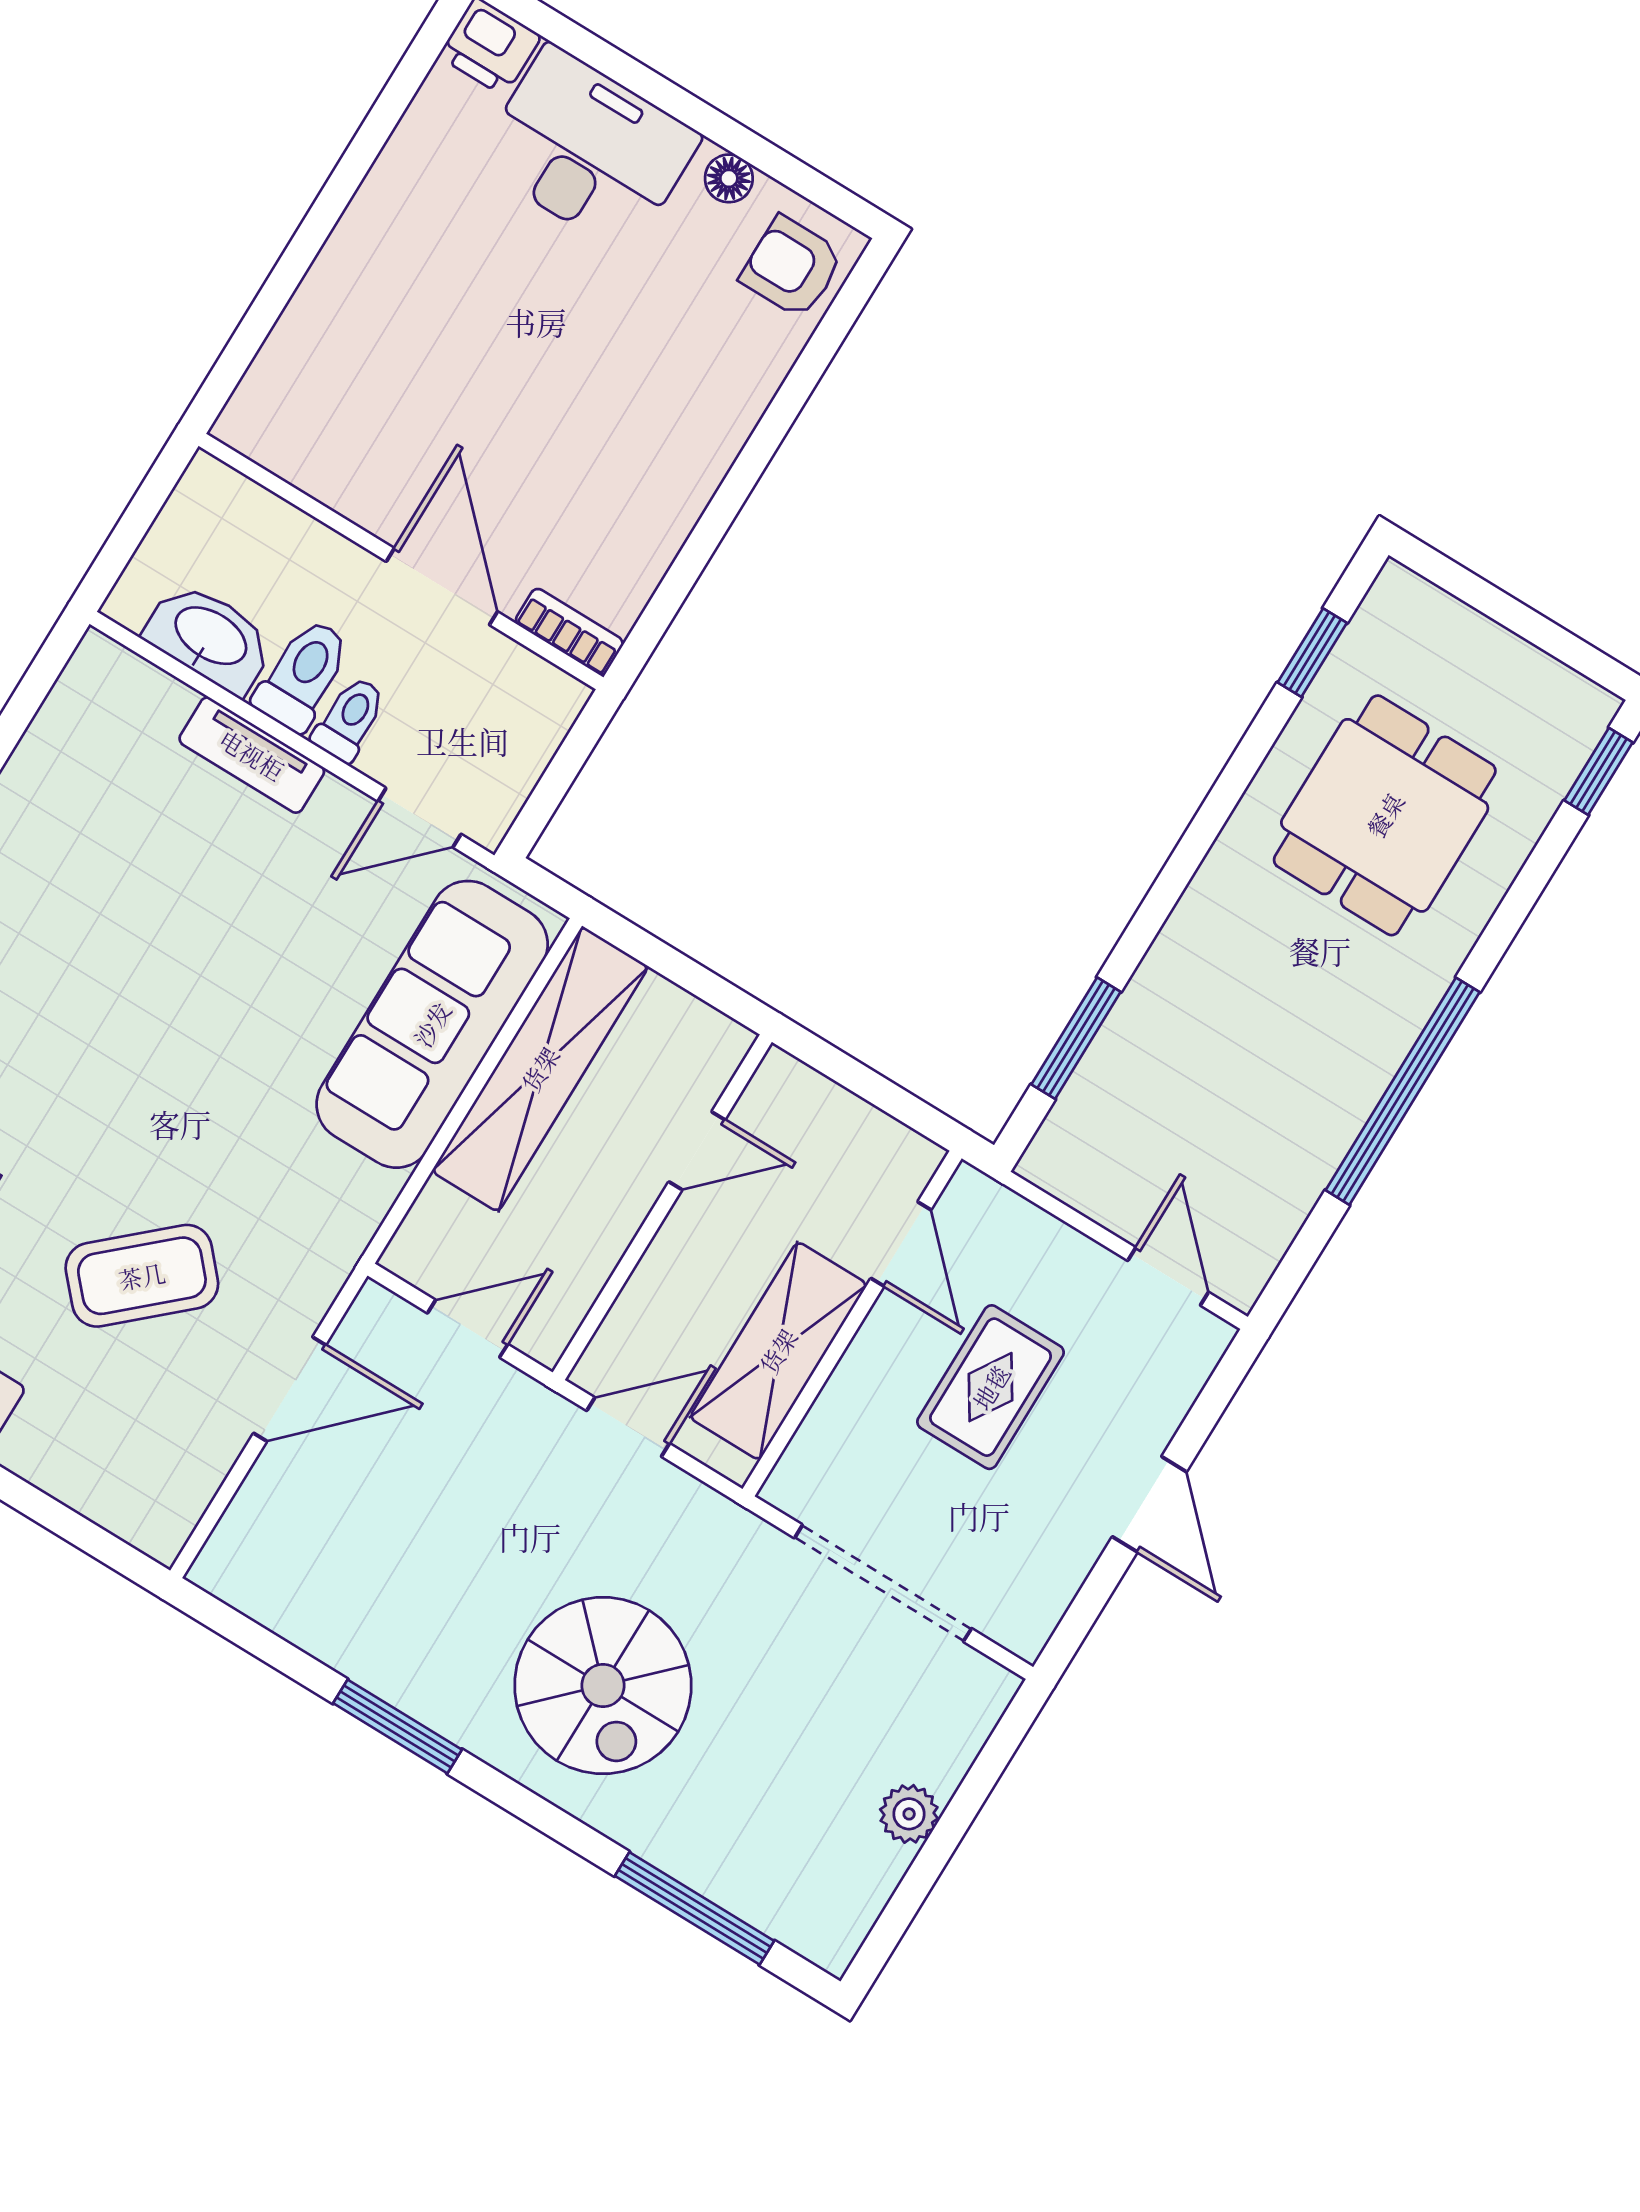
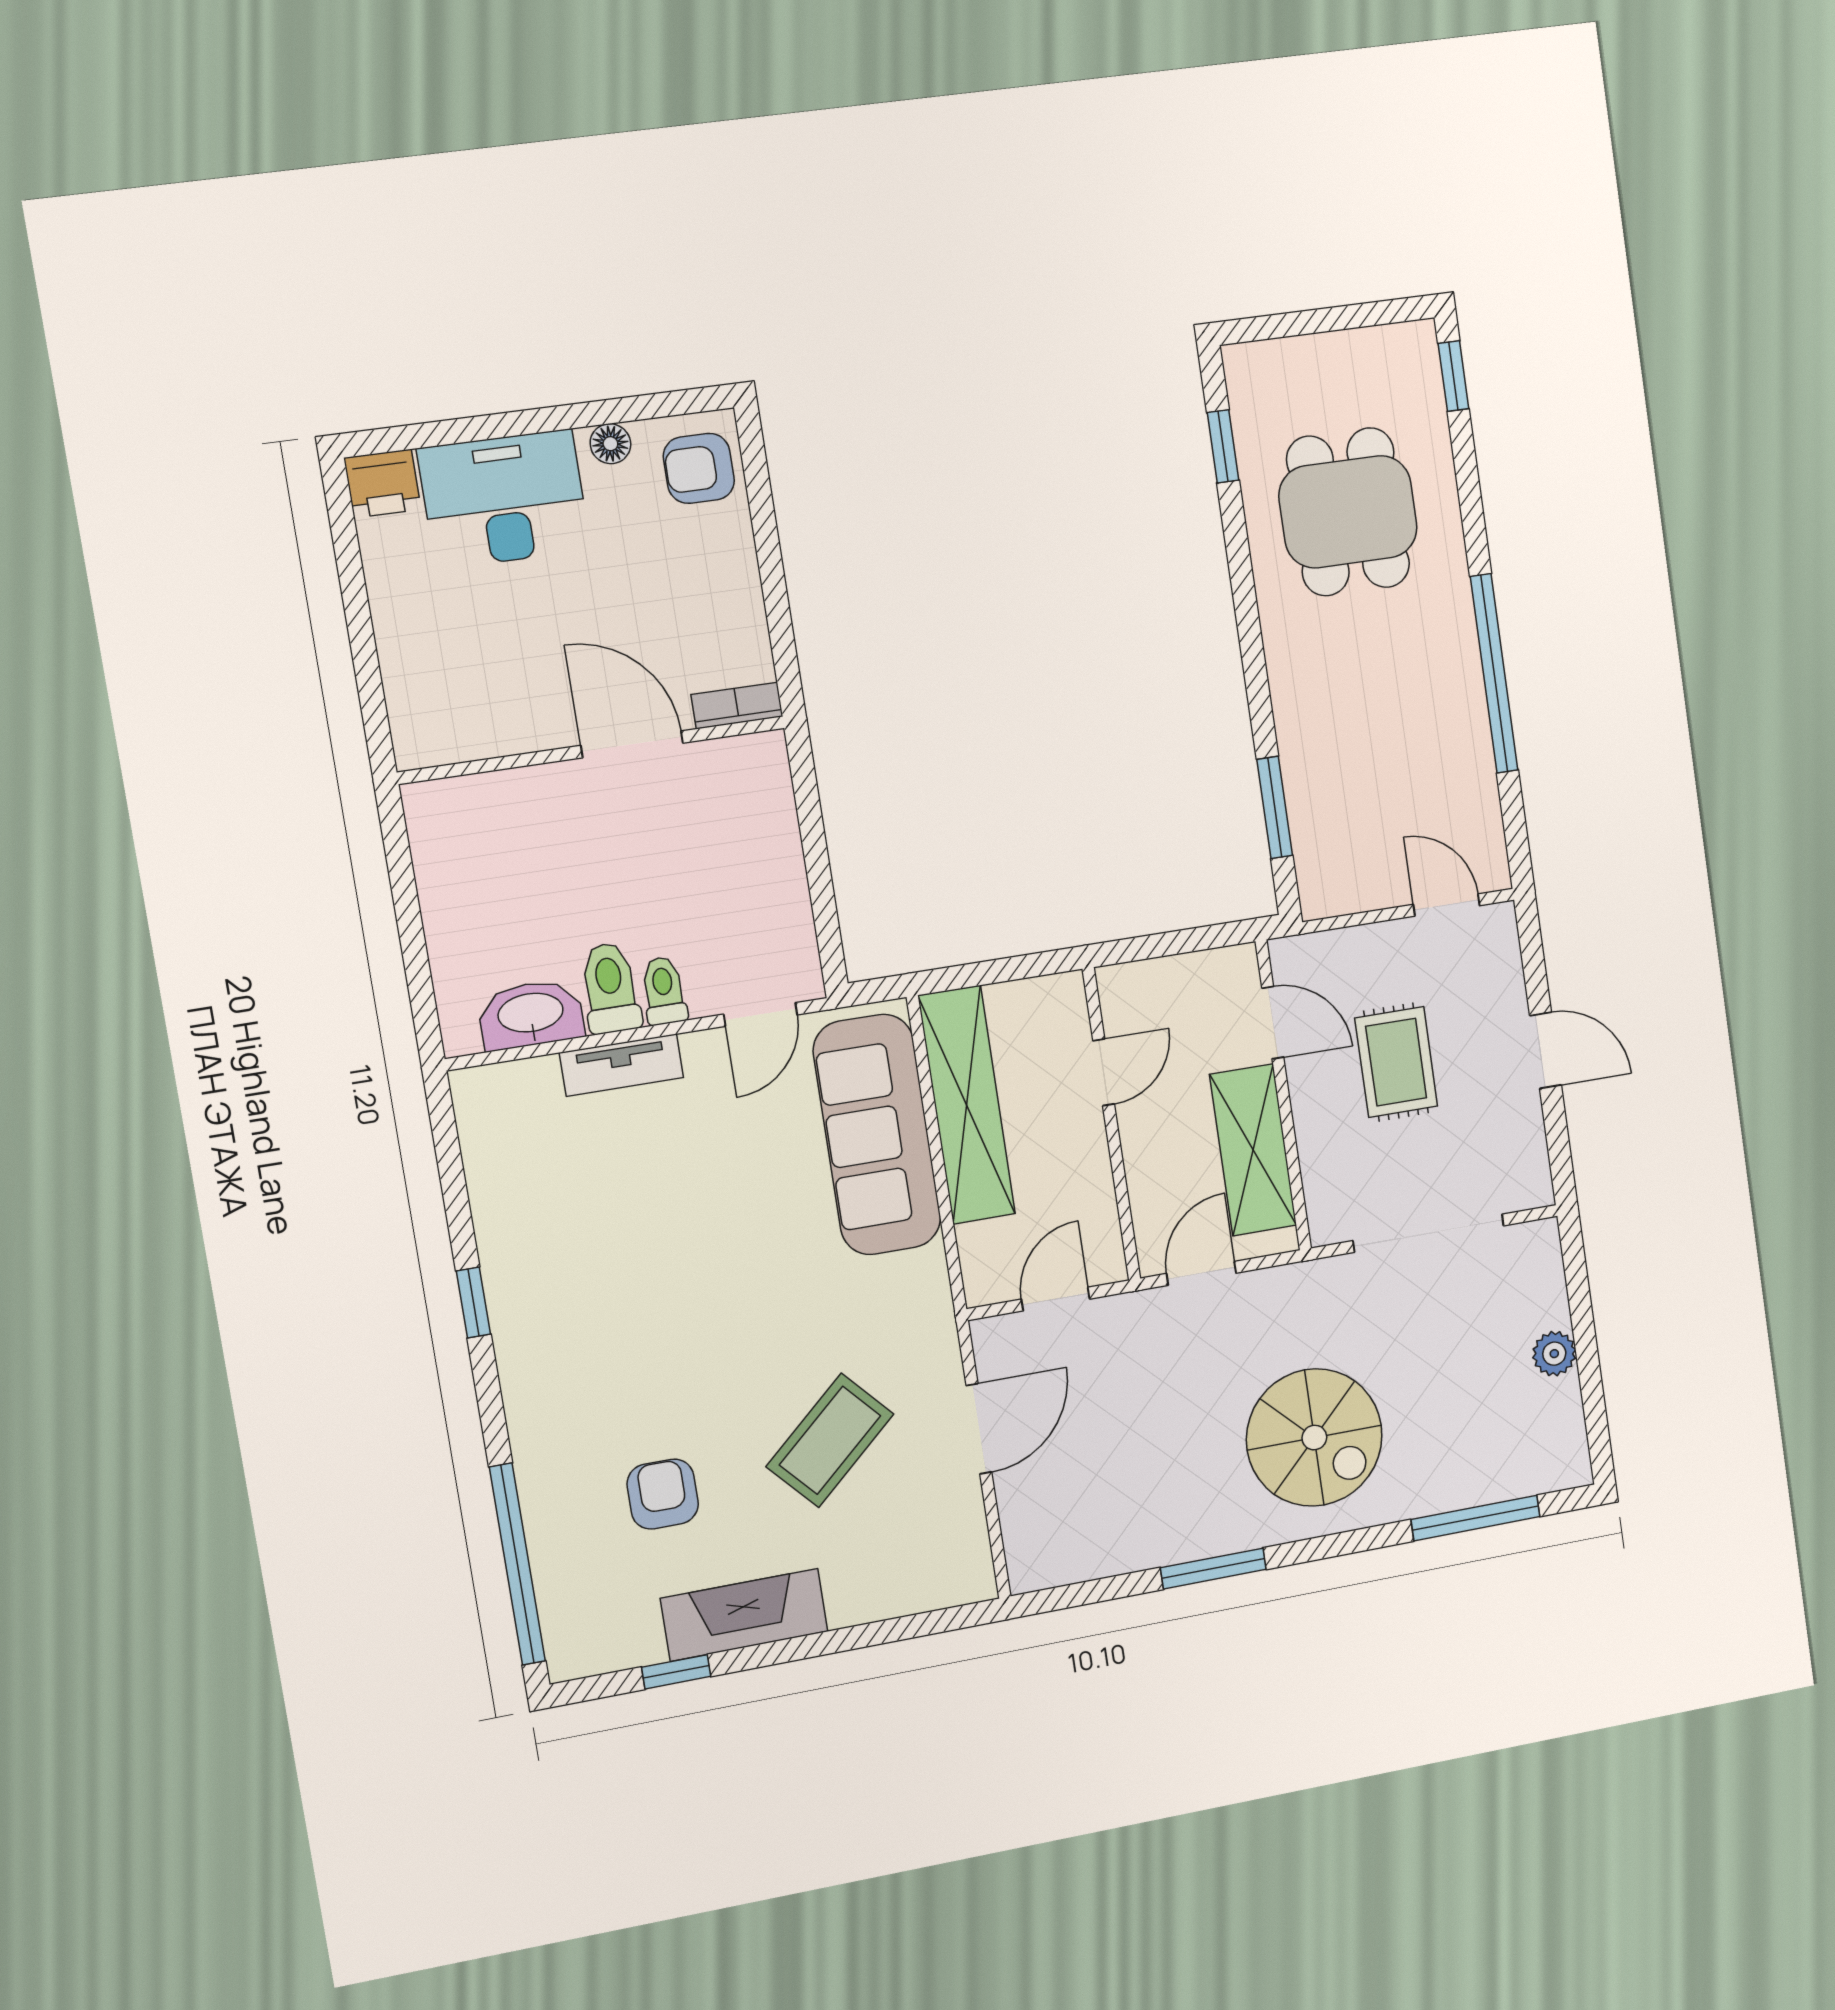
wall: (401, 562) -> (592, 750), moved
door: (442, 587) -> (632, 744), moved
bookcase: (569, 632) -> (737, 706), moved

